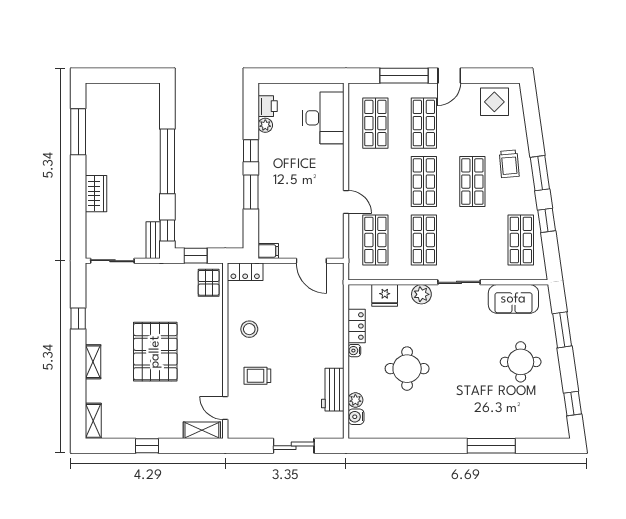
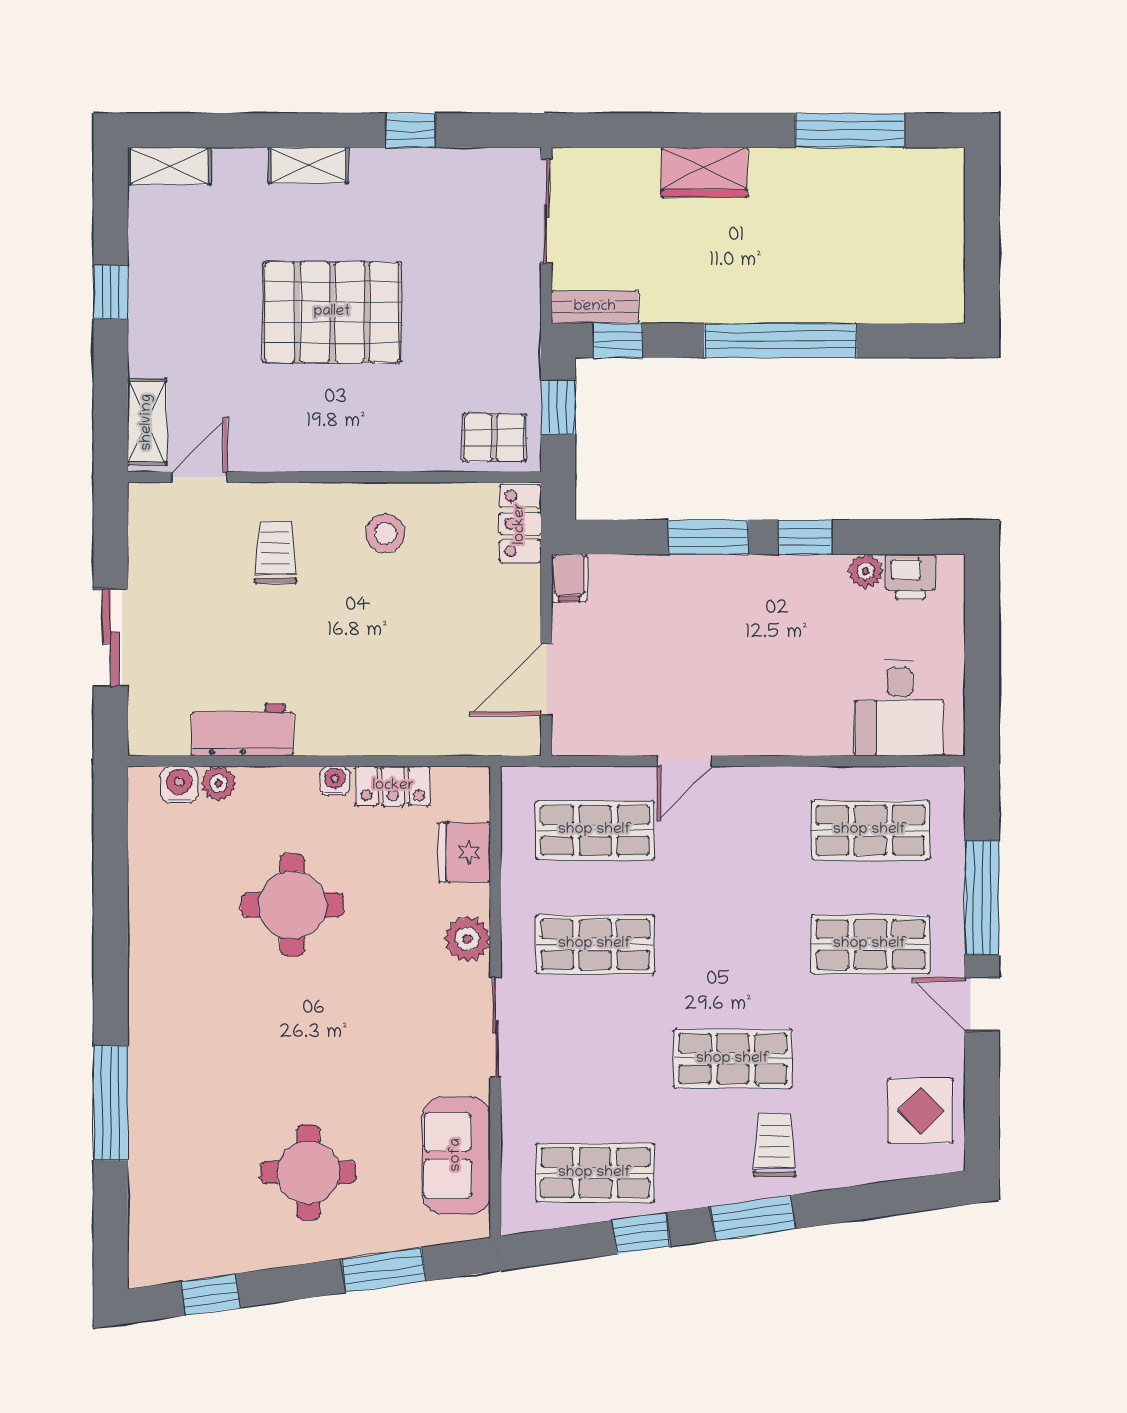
desk: (323, 118) -> (899, 708), width x0.73
trolley: (509, 164) -> (775, 1145), turned 95
shop shelf: (424, 182) -> (733, 944), removed

